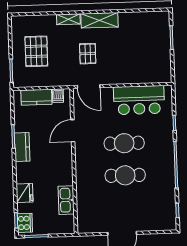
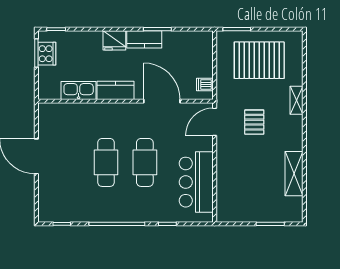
shelving: (100, 20) -> (294, 174), moved
pallet: (36, 51) -> (259, 60), width x1.37, depth x1.41
pallet: (88, 54) -> (254, 122), turned 90
kitchen counter: (36, 97) -> (116, 90), moved, turned 90
door: (73, 131) -> (162, 101), width x1.36
fridge: (25, 193) -> (114, 40), moved
cooker: (25, 223) -> (47, 54), moved, turned -90

